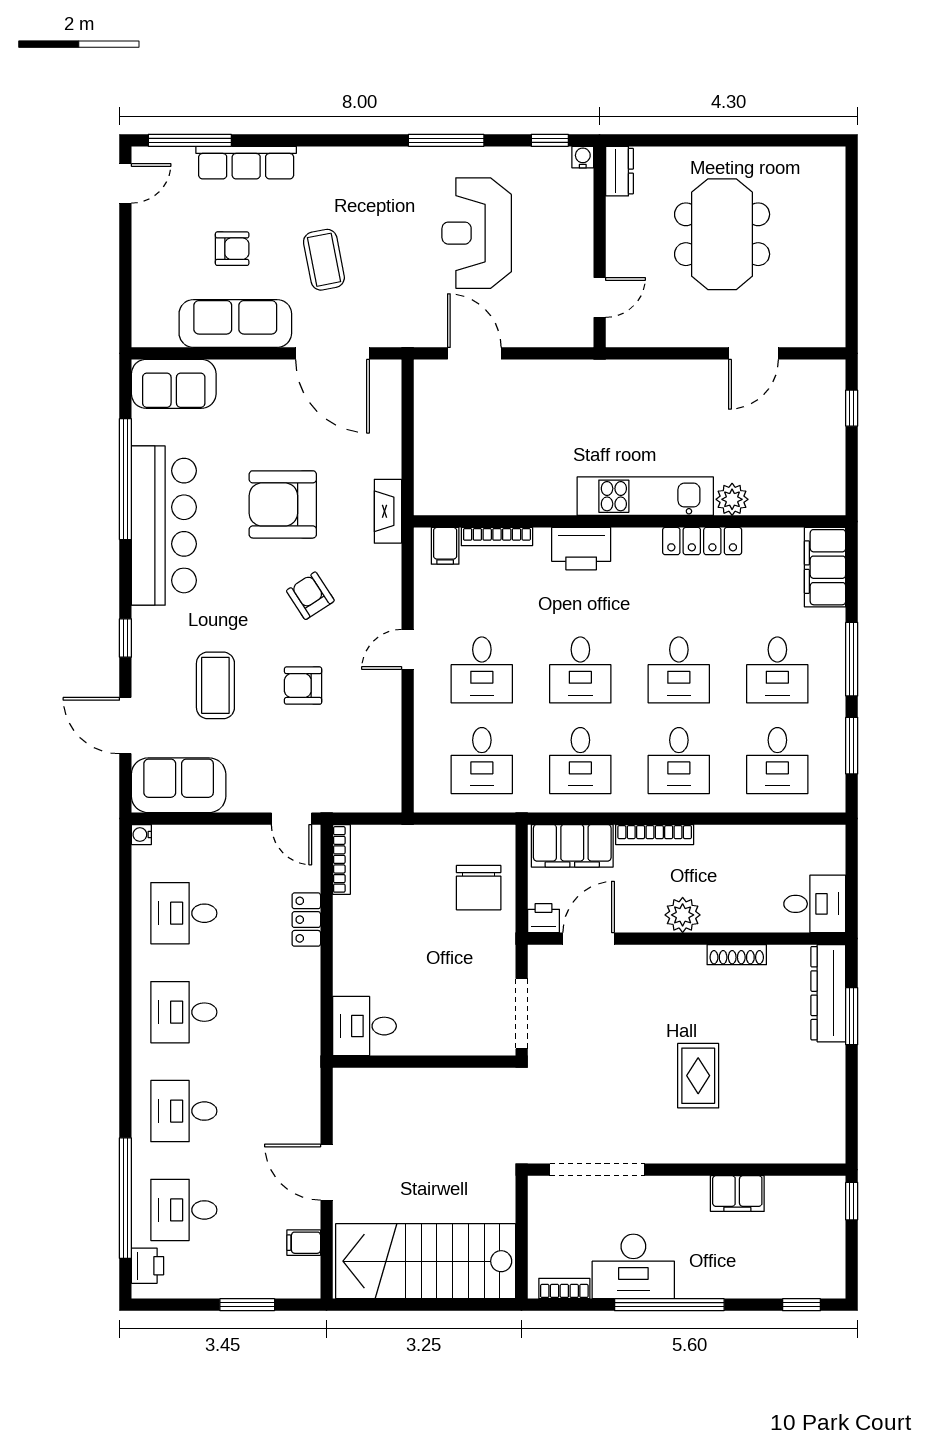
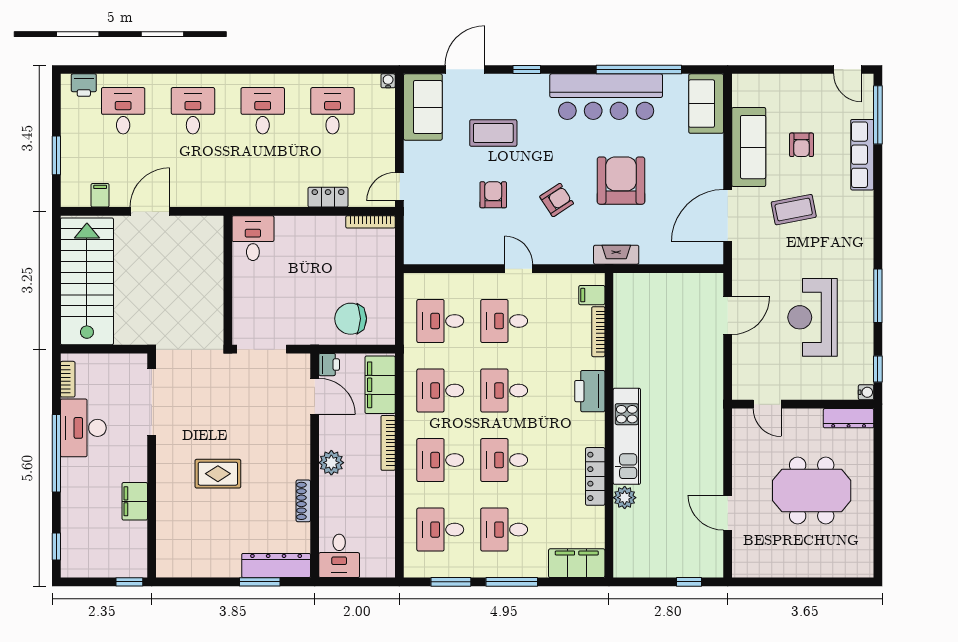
dresser: (620, 171) -> (849, 418), width x1.44
reception desk: (477, 233) -> (813, 317), turned -90
window: (125, 1198) -> (131, 69), removed

